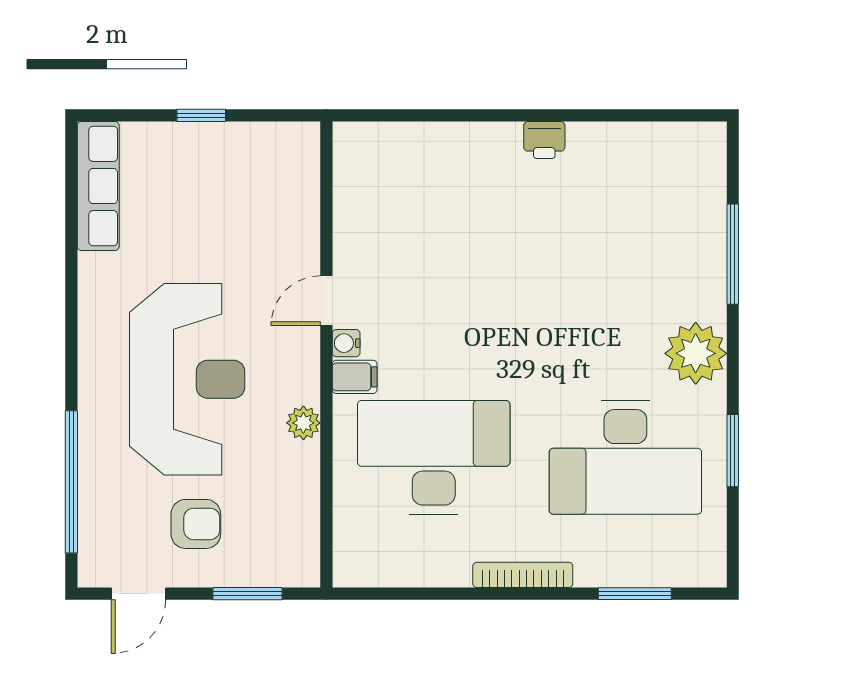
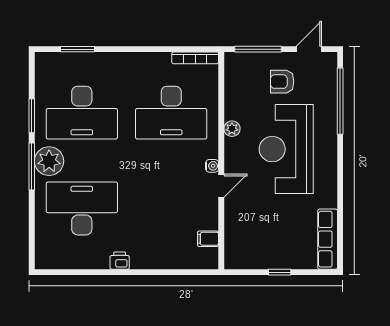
desk: (625, 252) -> (82, 209), added
window: (733, 254) -> (32, 166), moved
filing cabinet: (355, 377) -> (208, 239), moved
desk: (625, 457) -> (82, 113), turned 180
bookcase: (523, 575) -> (195, 58), moved
window: (248, 594) -> (258, 49), width x1.44

